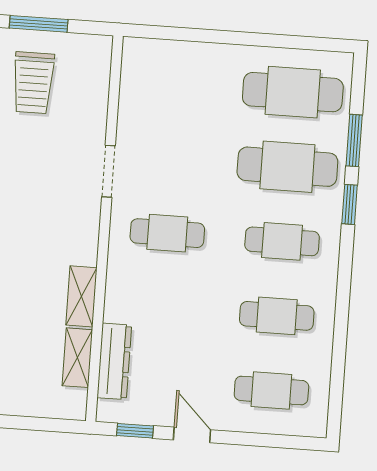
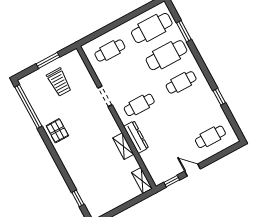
window: (350, 204) -> (219, 97), moved
cafe table: (277, 316) -> (110, 50), moved
shelving: (77, 358) -> (142, 181), moved
dresser: (114, 361) -> (136, 137), moved

